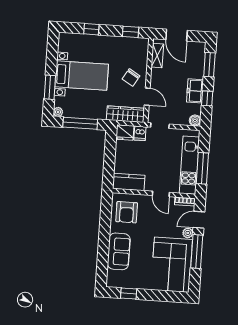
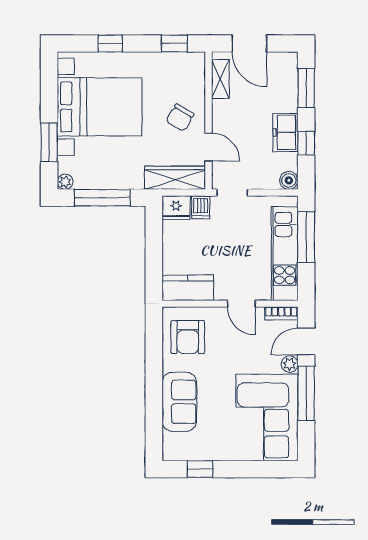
bed with nightstands: (82, 75) -> (100, 107), width x1.36
window: (202, 168) -> (306, 237), moved

